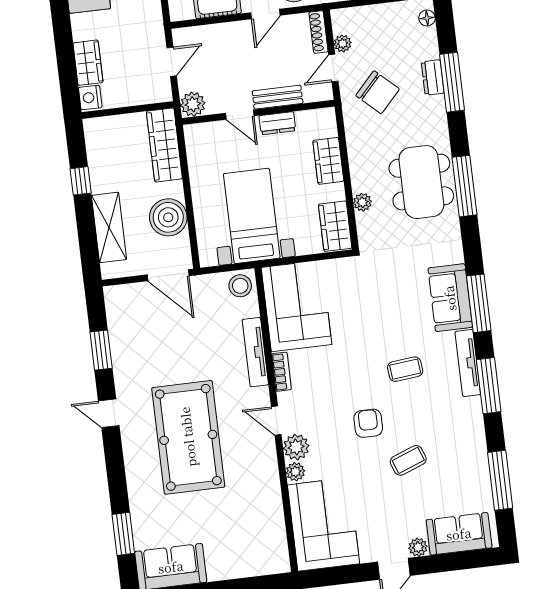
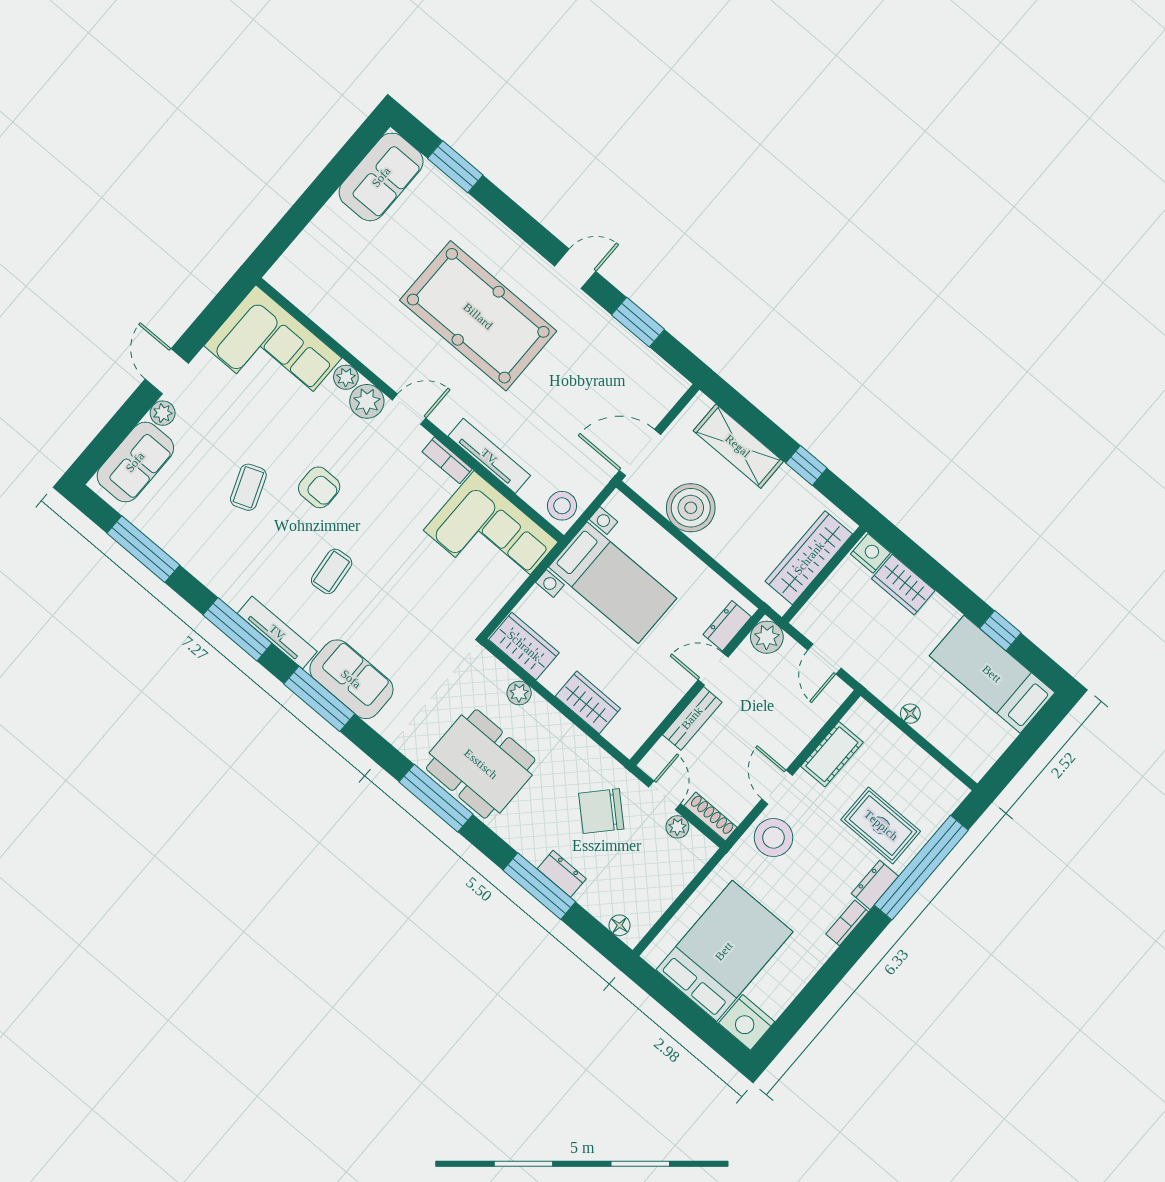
dresser: (277, 123) -> (727, 626), moved
wardrobe: (164, 145) -> (809, 558), moved, turned -90

